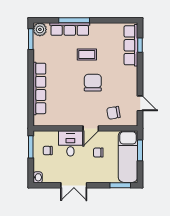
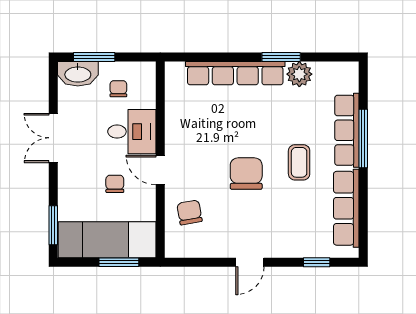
plant: (40, 29) -> (299, 74), moved
window: (31, 39) -> (281, 57), moved
row of seats: (131, 45) -> (346, 208), moved, turned -90
chair: (93, 83) -> (246, 174), turned -90
door: (140, 103) -> (250, 262), moved
window: (31, 147) -> (94, 57), moved
washbasin: (38, 177) -> (78, 74), width x1.91, depth x1.45

